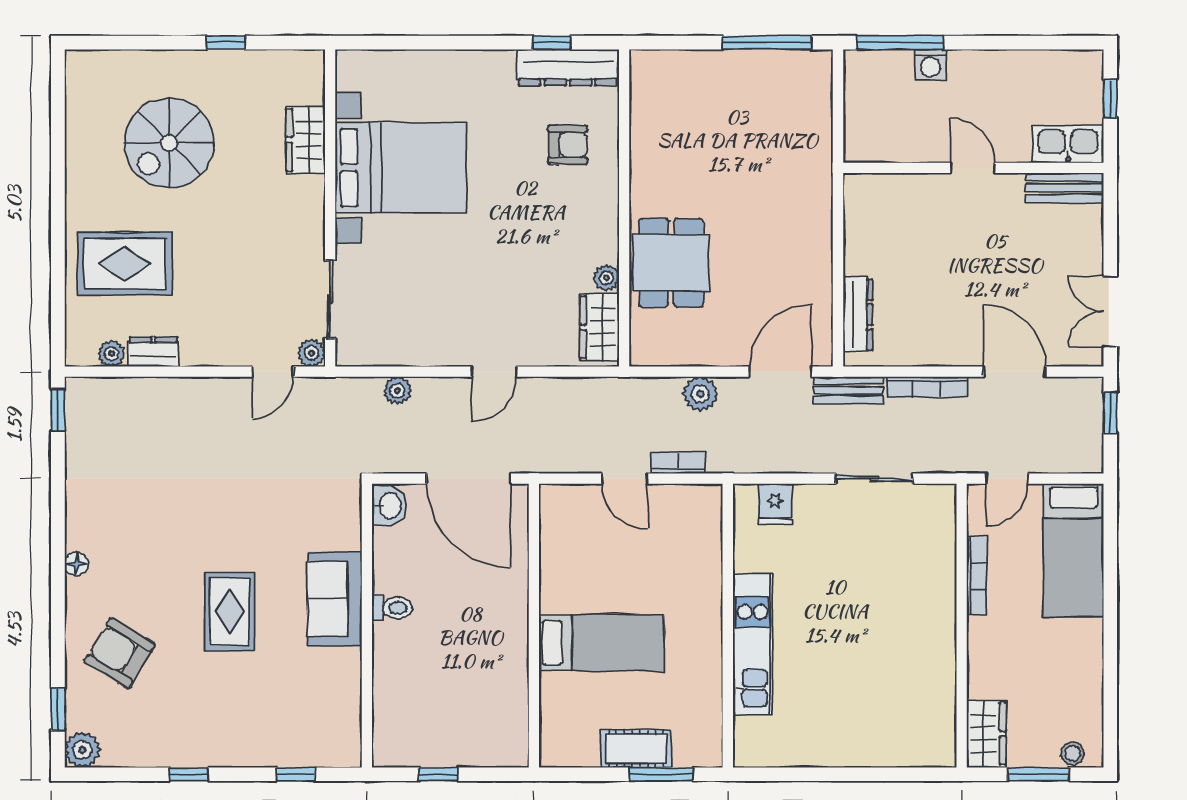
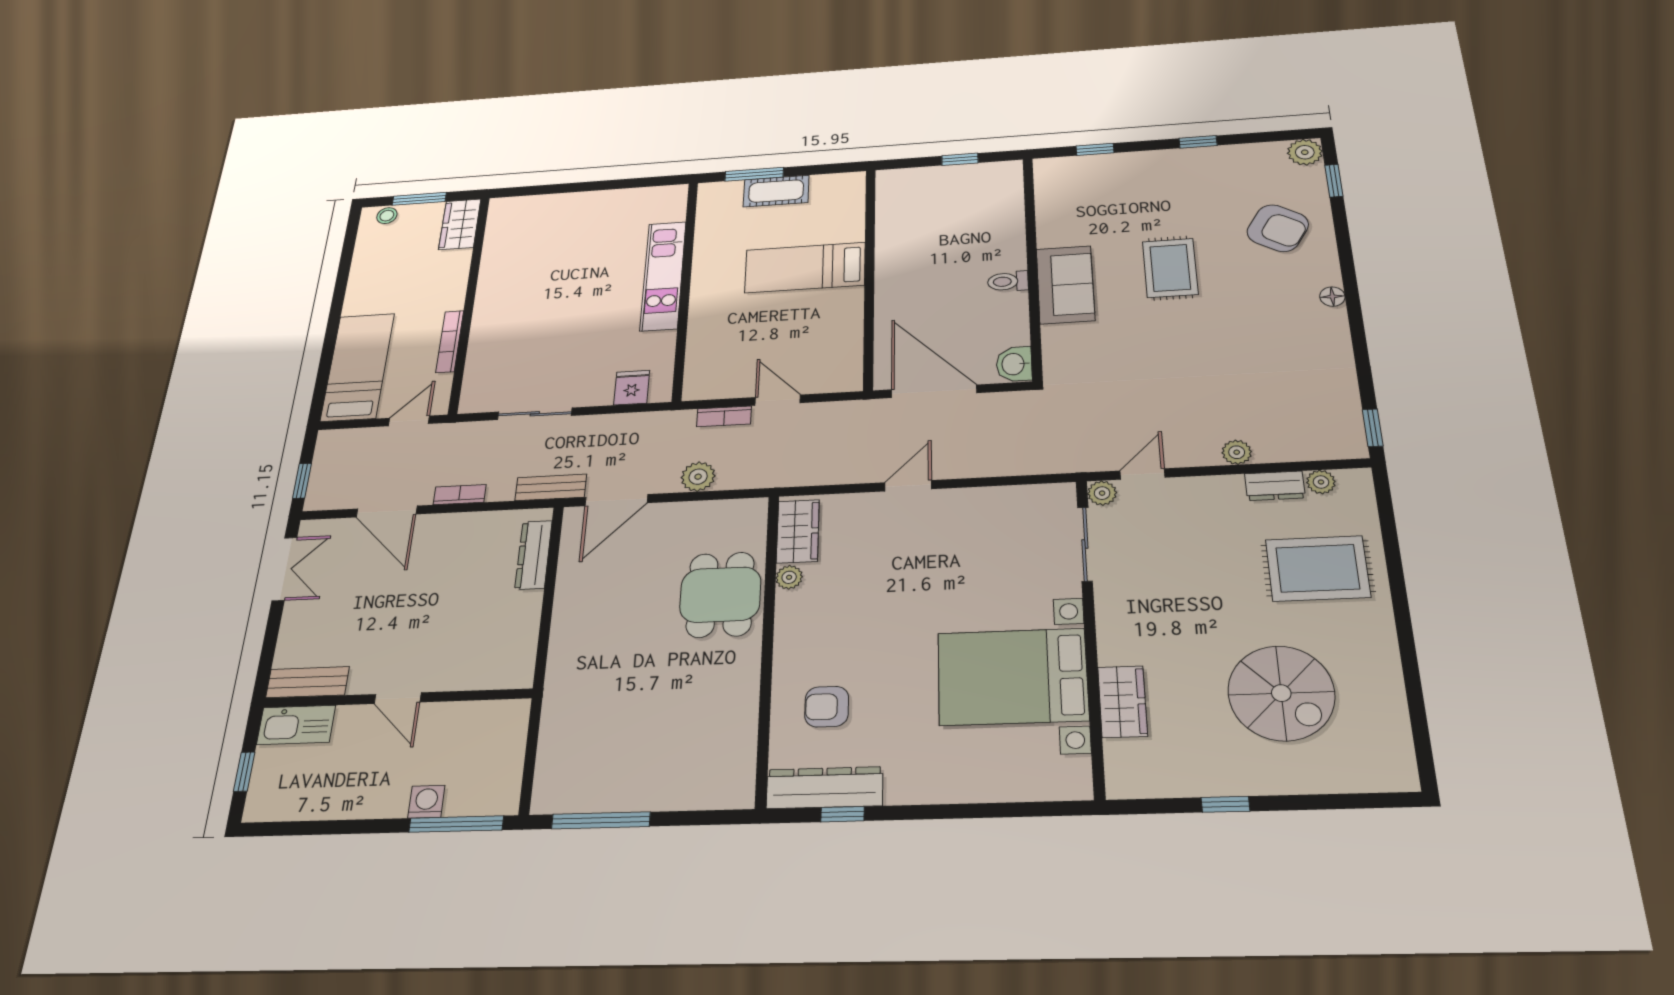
spiral stairs: (169, 143) -> (1281, 693), turned 90
bookcase: (927, 387) -> (460, 495), width x0.64
plant: (397, 390) -> (1237, 452), moved

